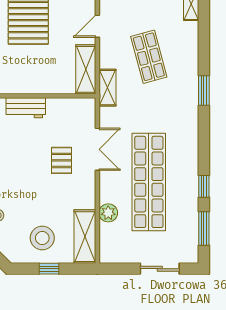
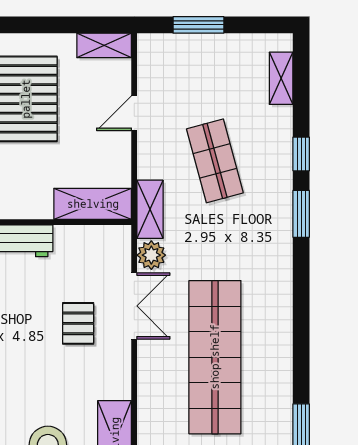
shelving: (86, 69) -> (93, 204), moved, turned 90
window: (204, 186) -> (301, 154), moved
plant: (108, 213) -> (151, 255), moved

